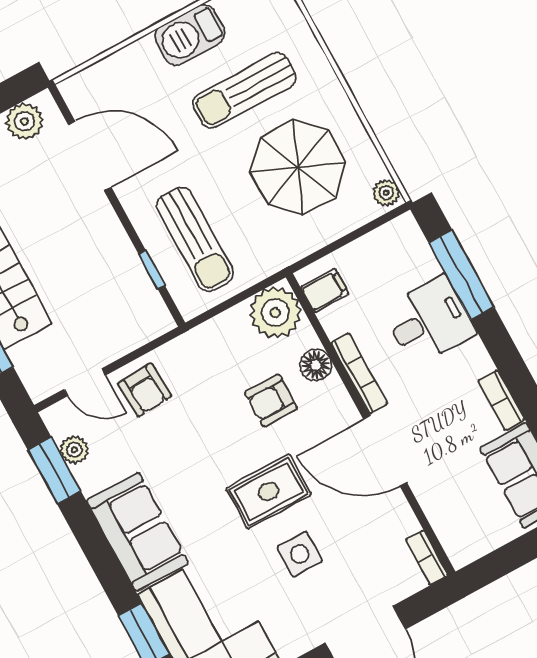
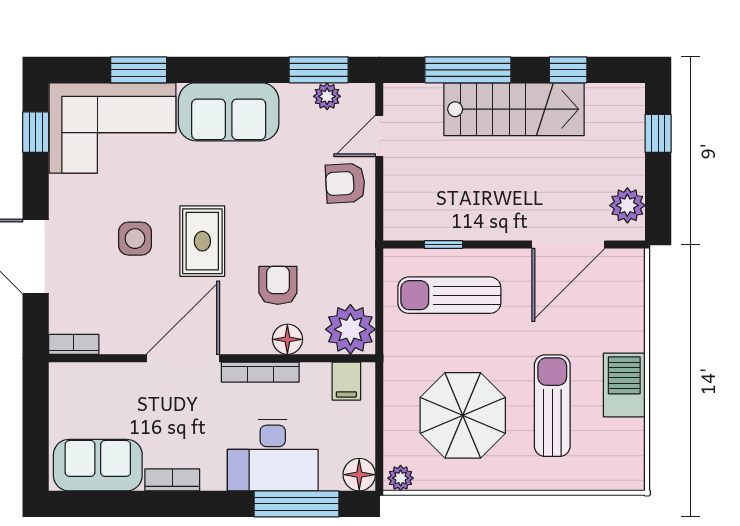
floor lamp: (404, 232) -> (359, 475), added
desk: (429, 321) -> (273, 455), width x1.37

